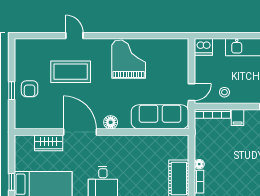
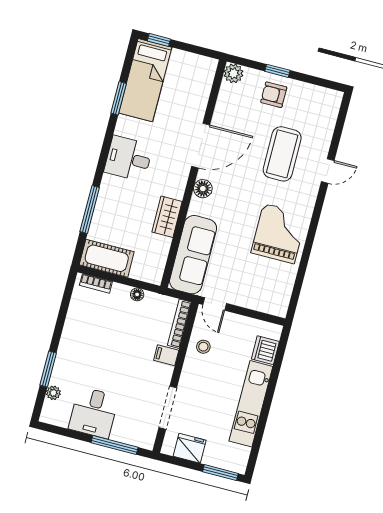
dishwasher: (203, 47) -> (265, 350), moved
grand piano: (129, 59) -> (279, 233), turned -90
plant: (22, 122) -> (234, 73), added
wardrobe: (49, 143) -> (167, 217), moved
floor lamp: (199, 164) -> (137, 294), moved

